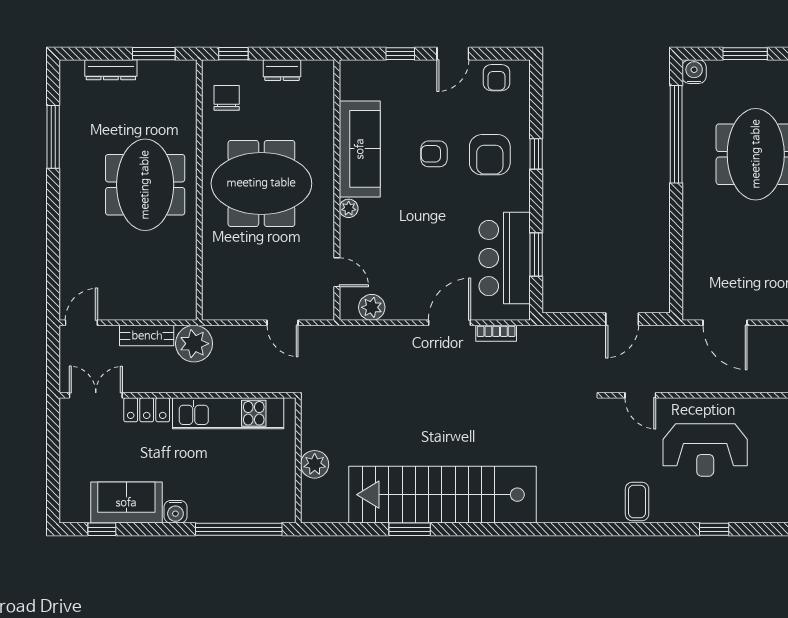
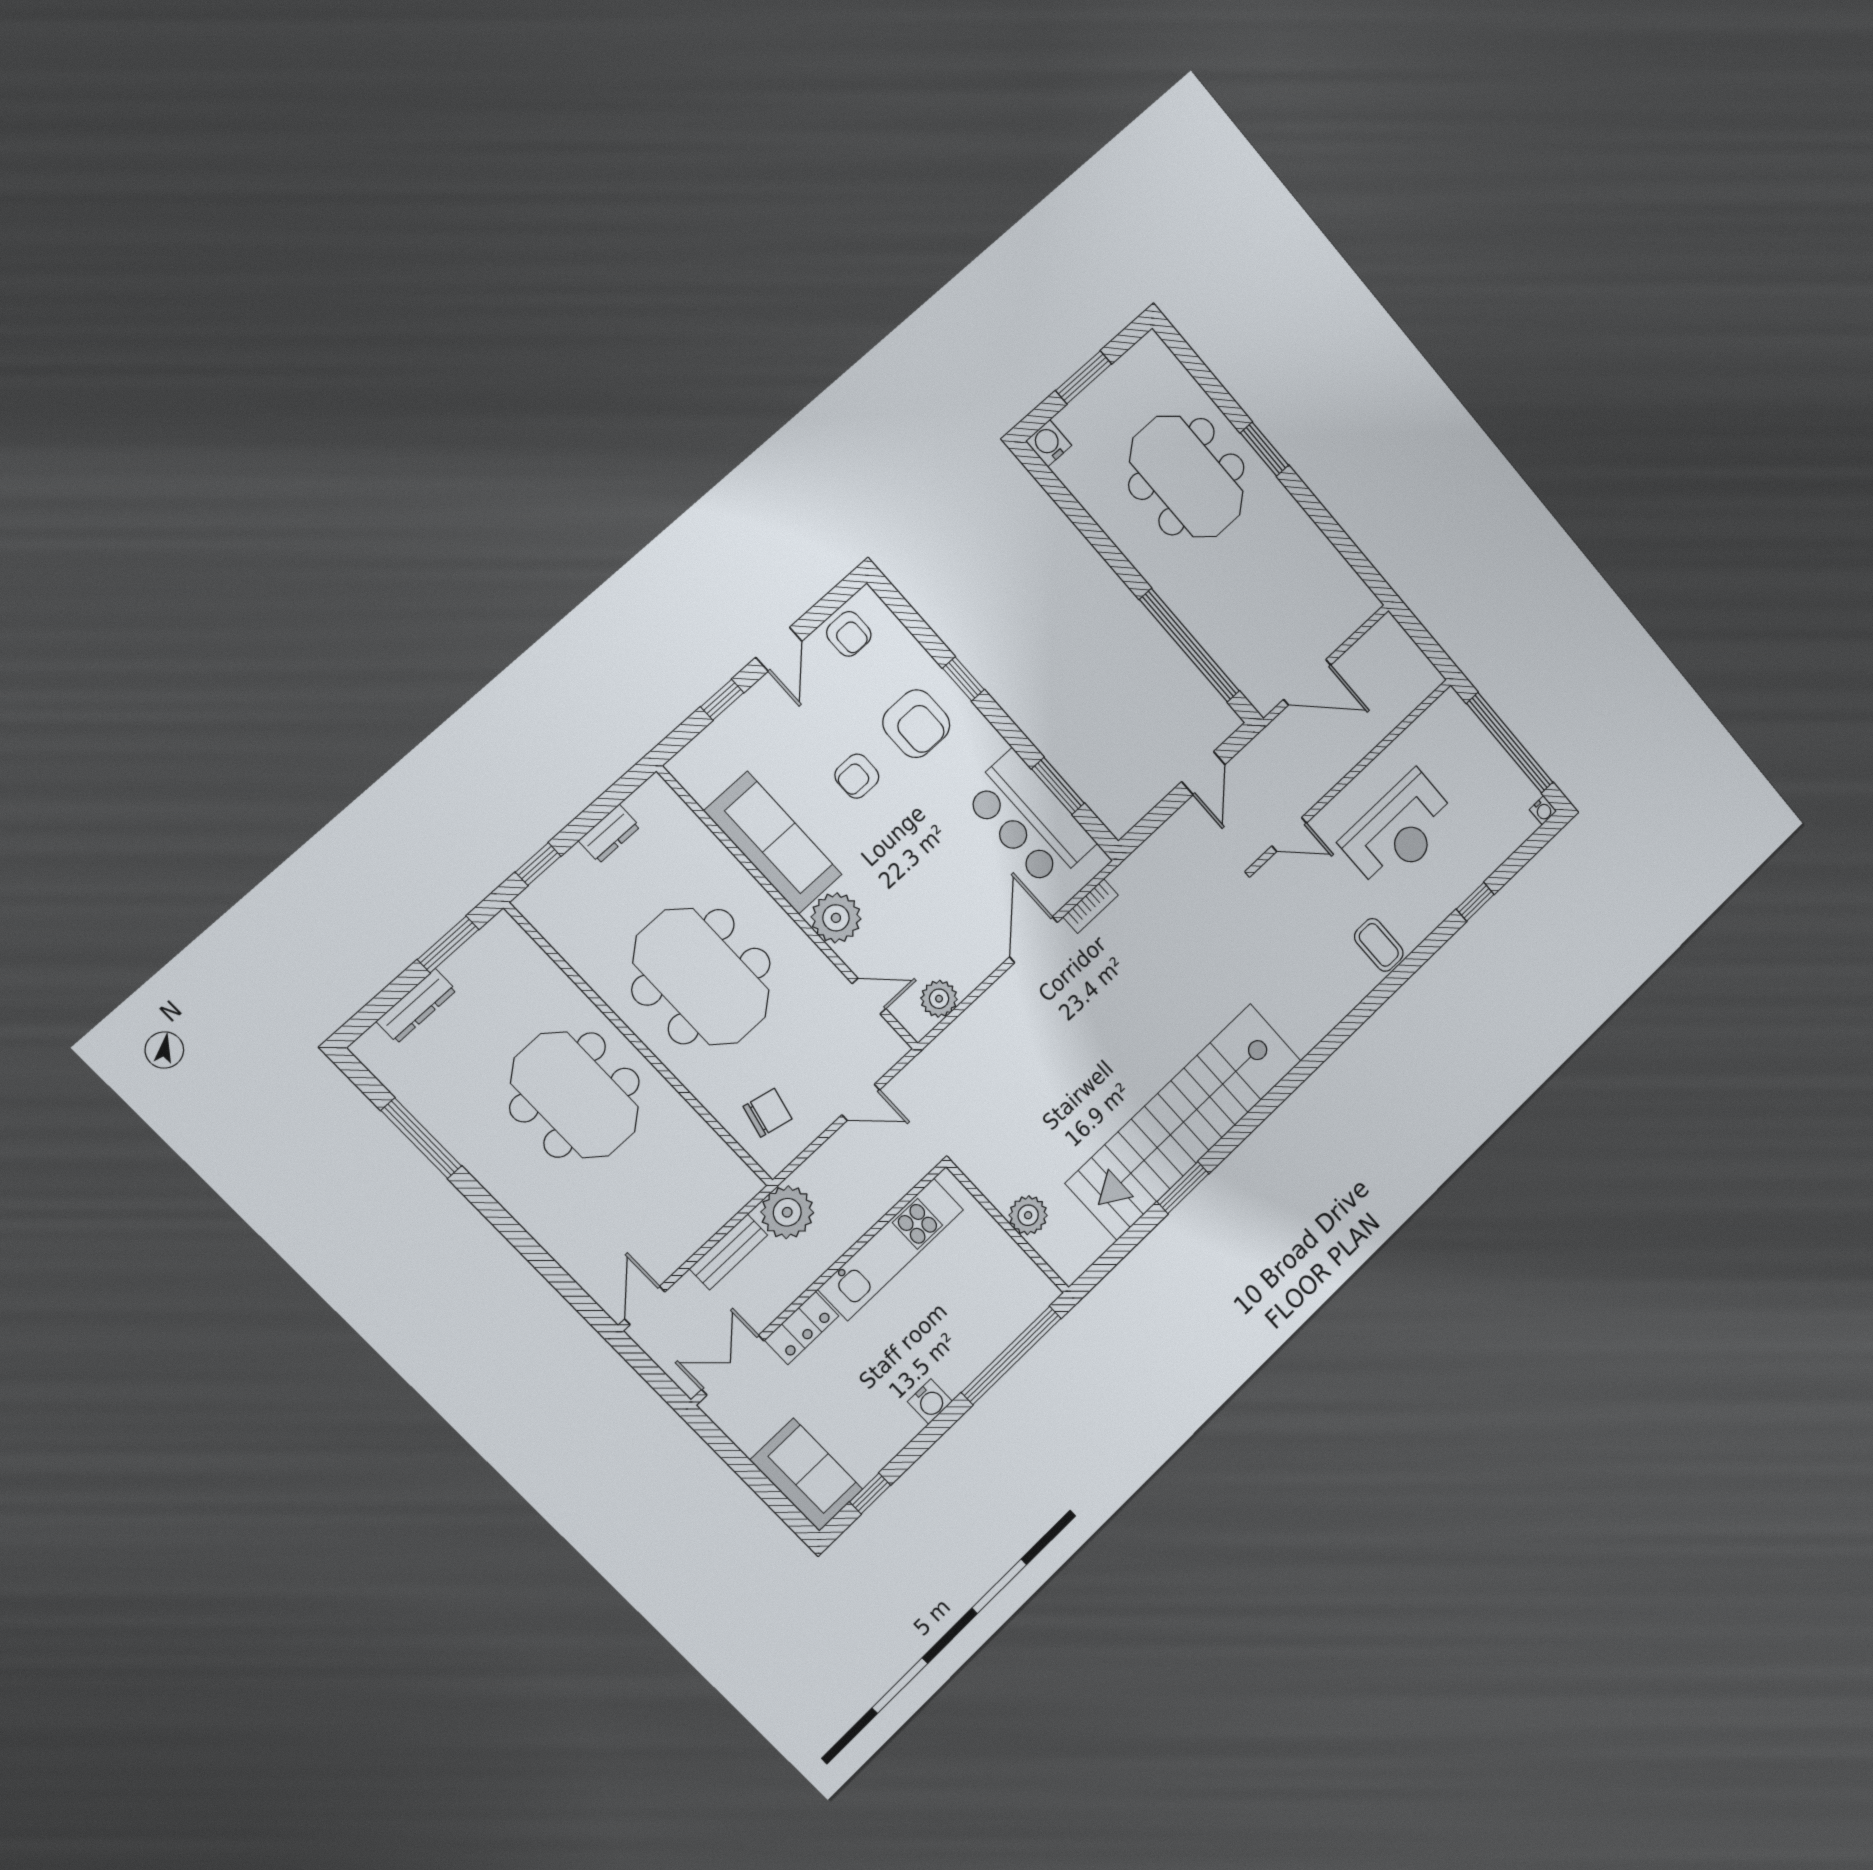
chair: (227, 98) -> (768, 1113), moved, turned 103
window: (676, 134) -> (1189, 645), moved
meeting table: (261, 183) -> (701, 977), turned 90
plant: (349, 208) -> (836, 918), width x1.88, depth x1.88
sofa: (126, 503) -> (806, 1475), moved, turned 90

